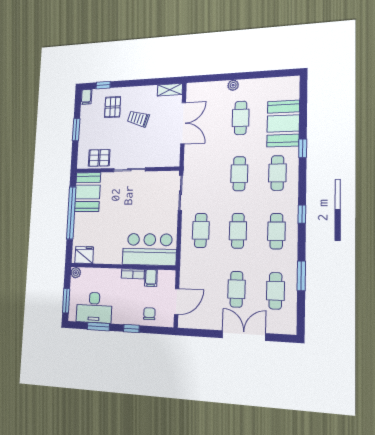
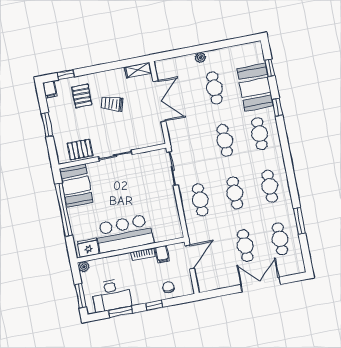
window: (302, 214) -> (270, 68), moved
bar counter: (149, 249) -> (124, 234), moved
door: (177, 302) -> (190, 257), moved

